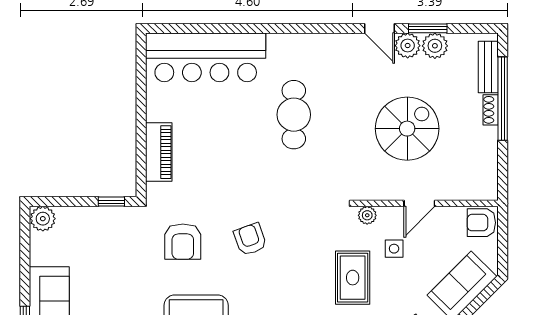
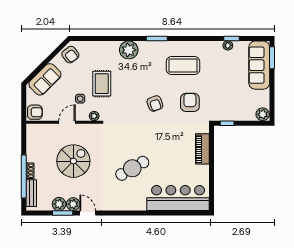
cafe table: (294, 115) -> (132, 168), turned 60
spiral stairs: (407, 129) -> (73, 161), turned 180

